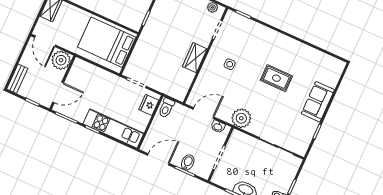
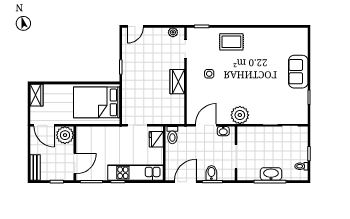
rug: (276, 78) -> (231, 42), moved

